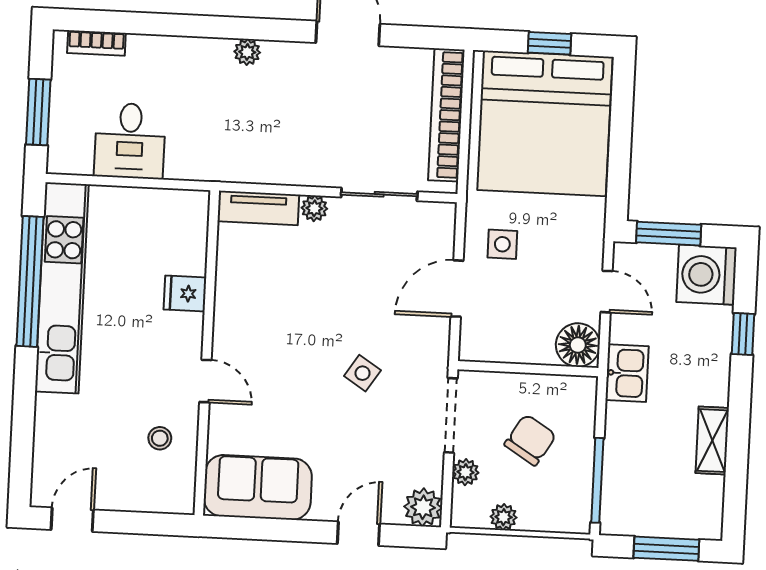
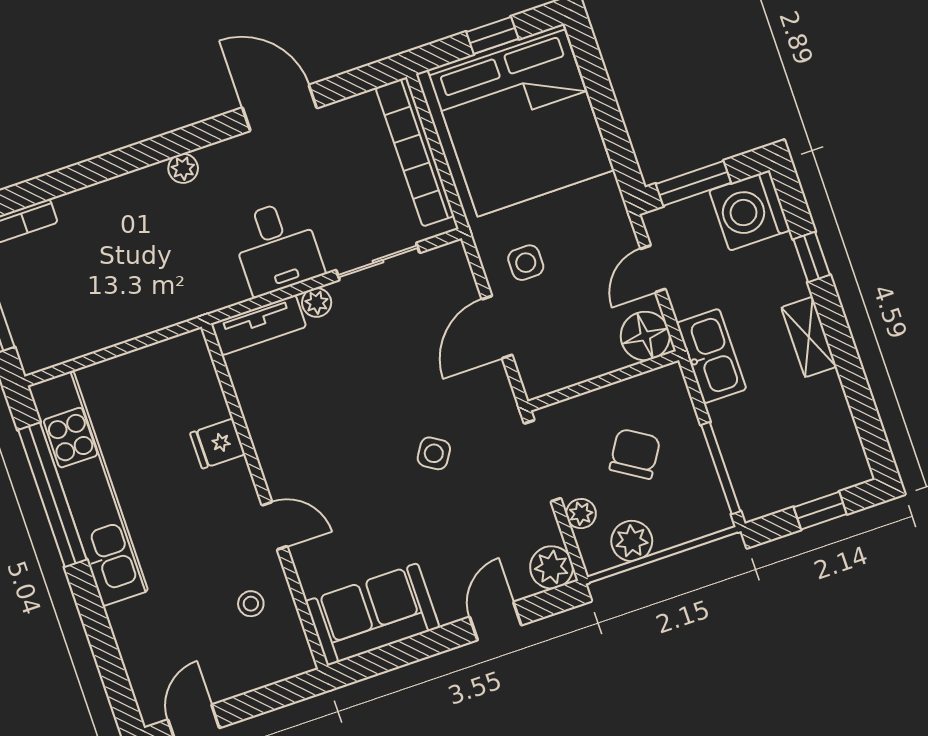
desk: (130, 141) -> (277, 247), moved
door: (607, 292) -> (653, 269), swing flipped
kitchen sink: (627, 373) -> (711, 356), width x1.38
shelving: (712, 441) -> (809, 337), moved
plant: (504, 517) -> (632, 541), width x1.38, depth x1.38
window: (666, 549) -> (820, 511), width x0.67

